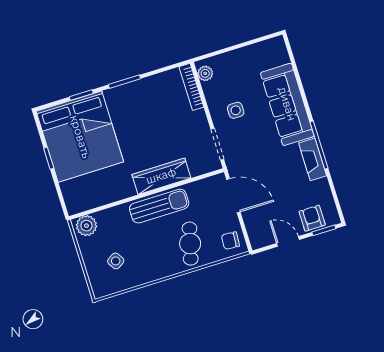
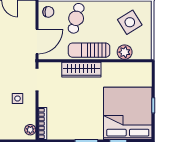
door: (233, 196) -> (37, 41), swing flipped
plant: (86, 226) -> (125, 52), moved
side table: (116, 261) -> (130, 22), width x1.87, depth x1.87

